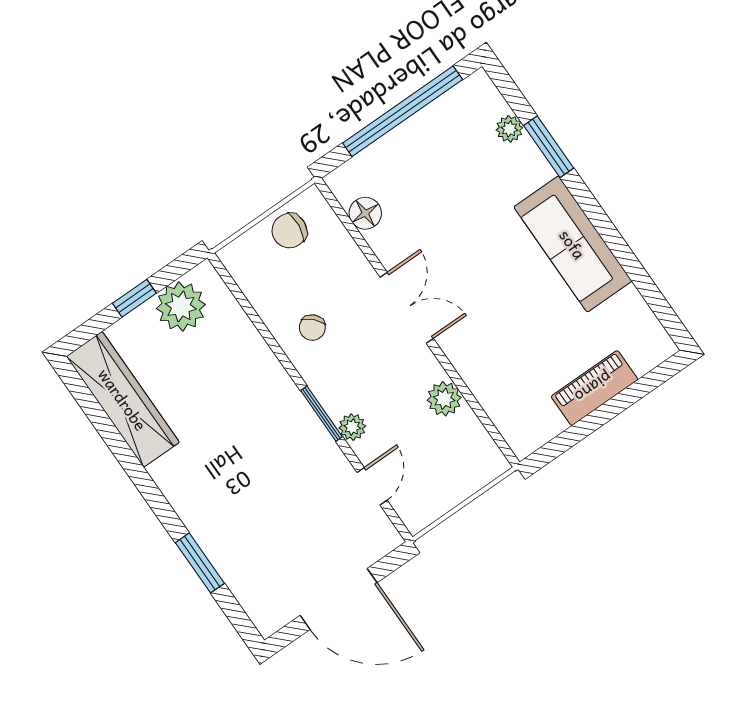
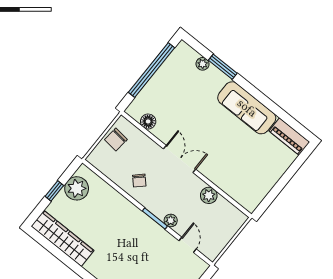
piano: (594, 388) -> (289, 137), moved, turned -90

